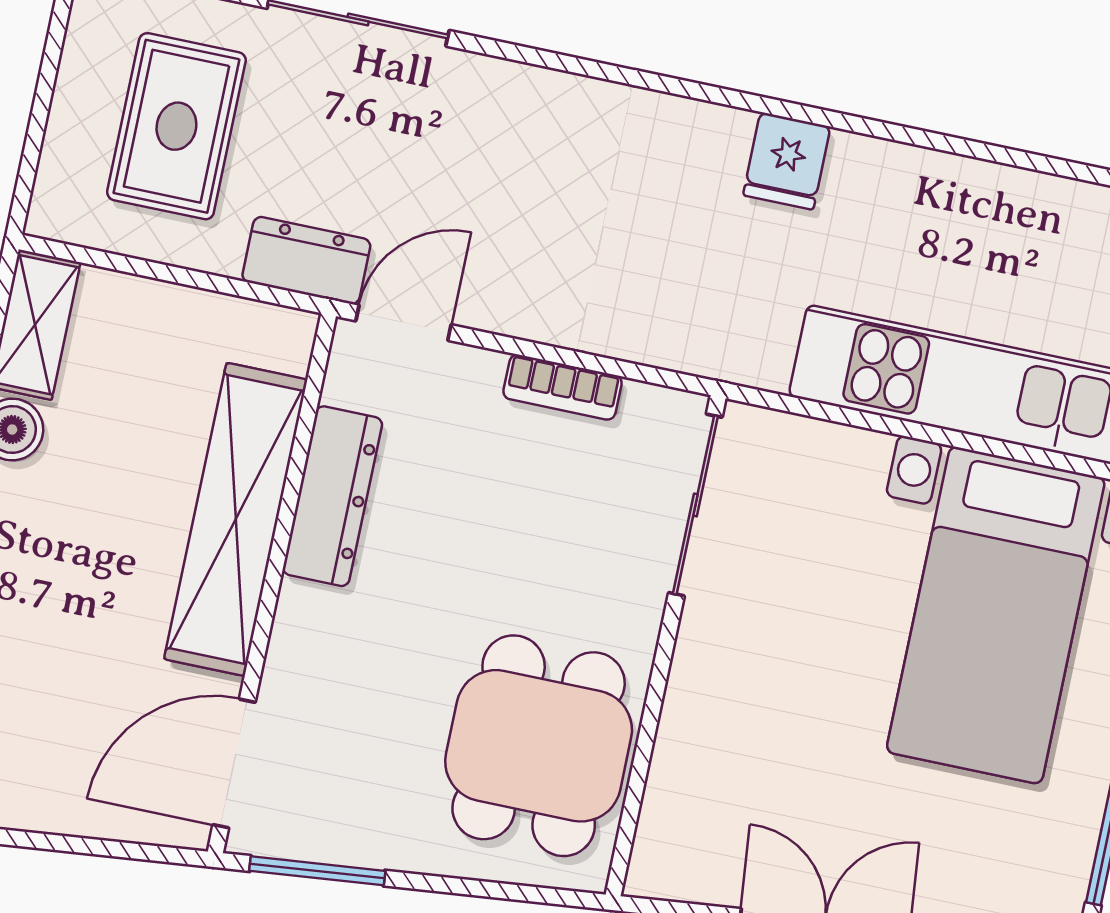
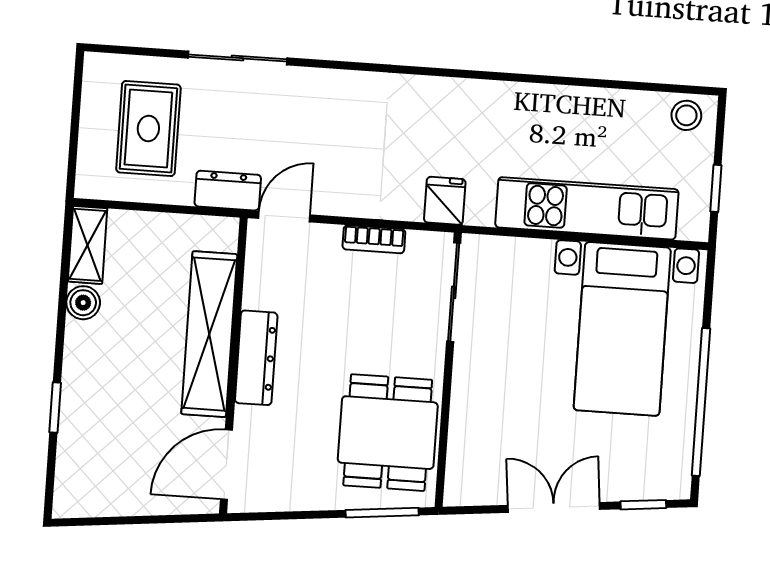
fridge: (787, 161) -> (445, 201), moved, turned 180
dresser: (332, 496) -> (256, 358), moved
window: (317, 871) -> (382, 513), moved

